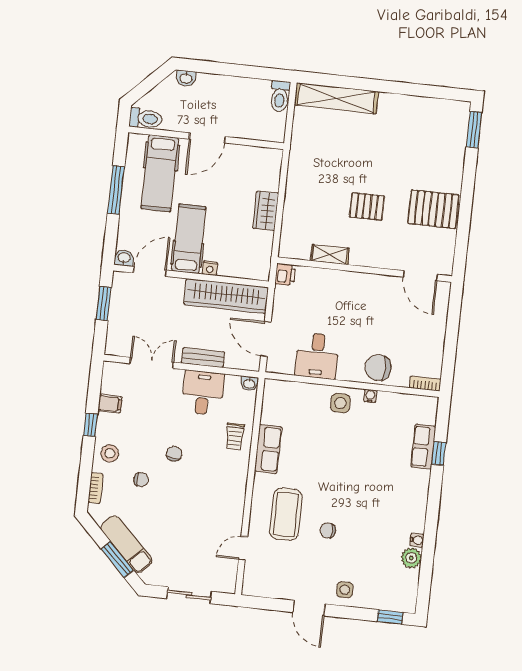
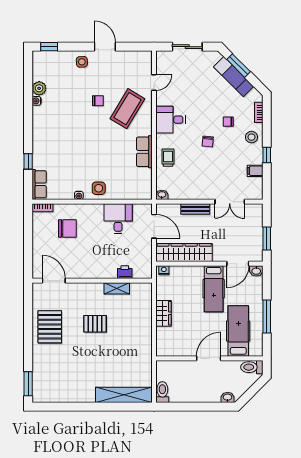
pallet: (433, 209) -> (50, 327), turned 90
nightstand: (210, 268) -> (164, 270), moved
printer: (285, 274) -> (125, 272), moved, turned 90
chair: (378, 368) -> (67, 228), moved
desk: (203, 393) -> (171, 120), moved, turned 90
row of seats: (423, 447) -> (39, 184), moved
coffee table: (286, 514) -> (127, 109), turned 31

